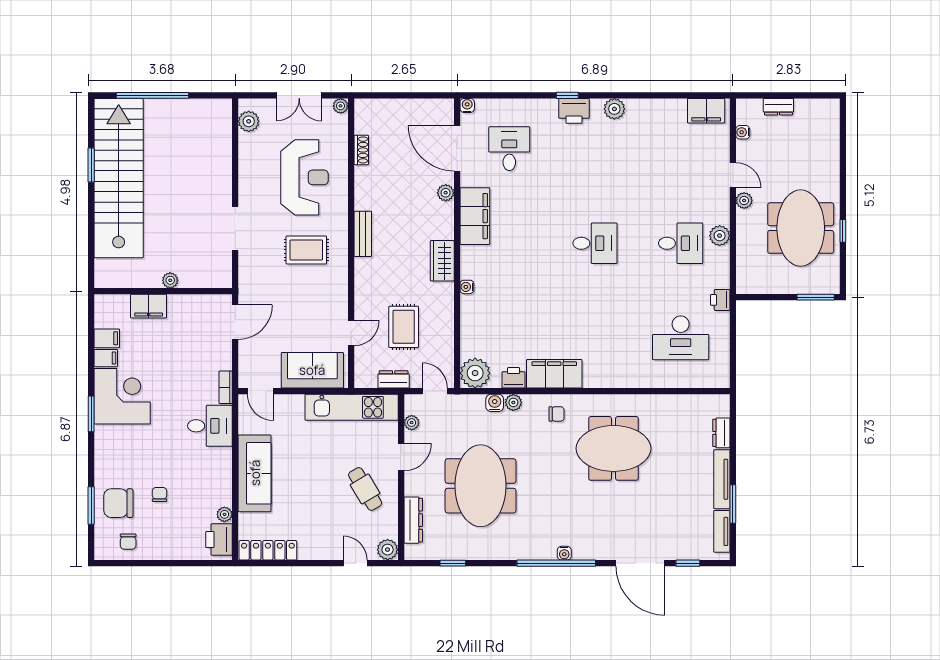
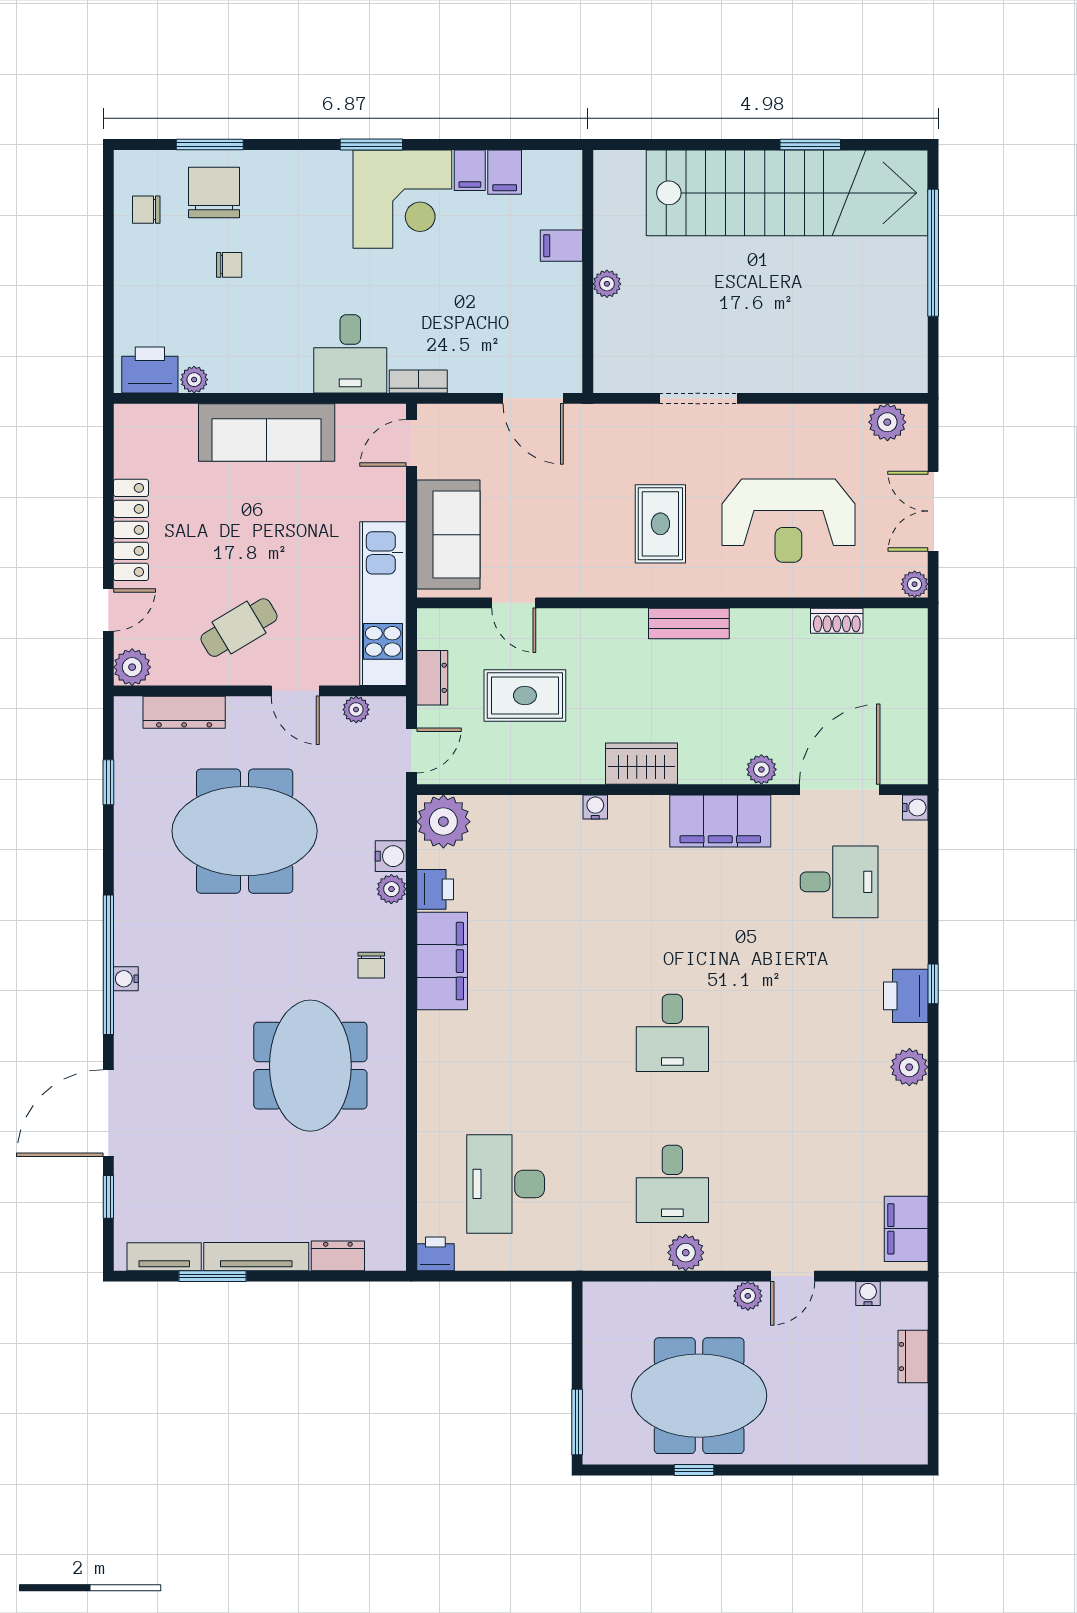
printer: (720, 300) -> (435, 1254), moved
filing cabinet: (149, 306) -> (561, 246), width x0.50
locker: (268, 550) -> (131, 530), moved

